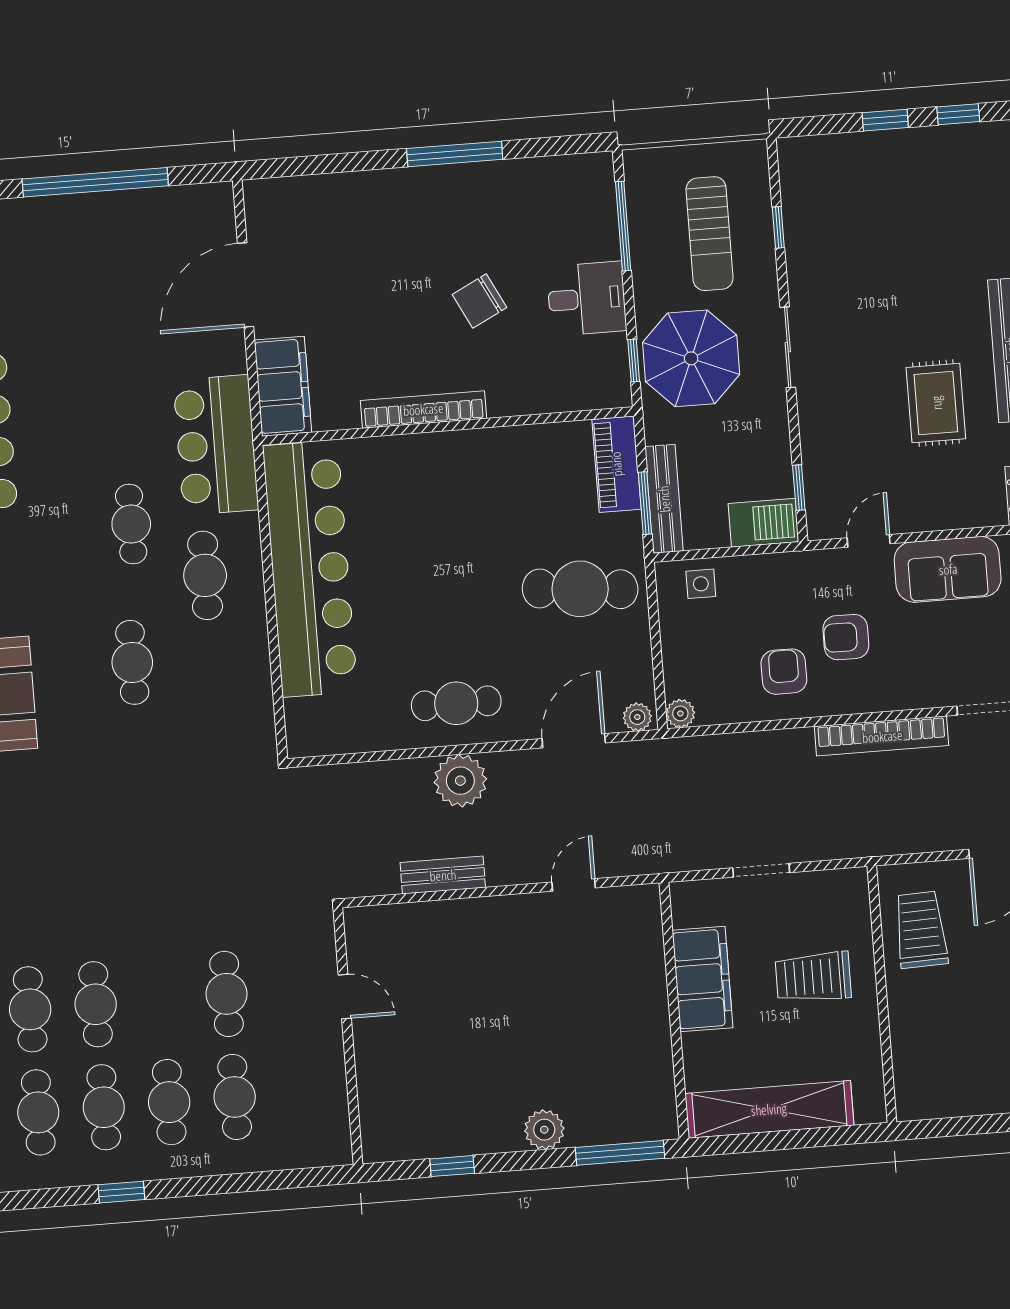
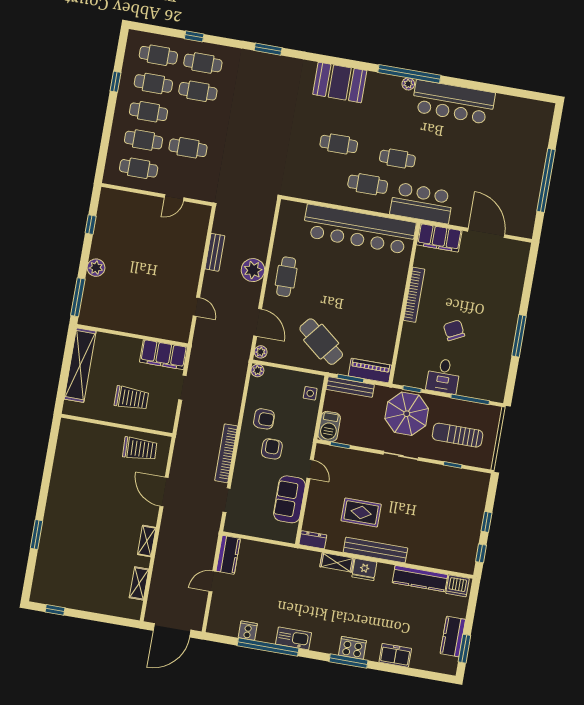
cafe table: (580, 589) -> (321, 342), turned -56
trolley: (813, 977) -> (131, 398), turned 90
filing cabinet: (702, 979) -> (163, 355), moved
cafe table: (300, 1092) -> (139, 168), added

